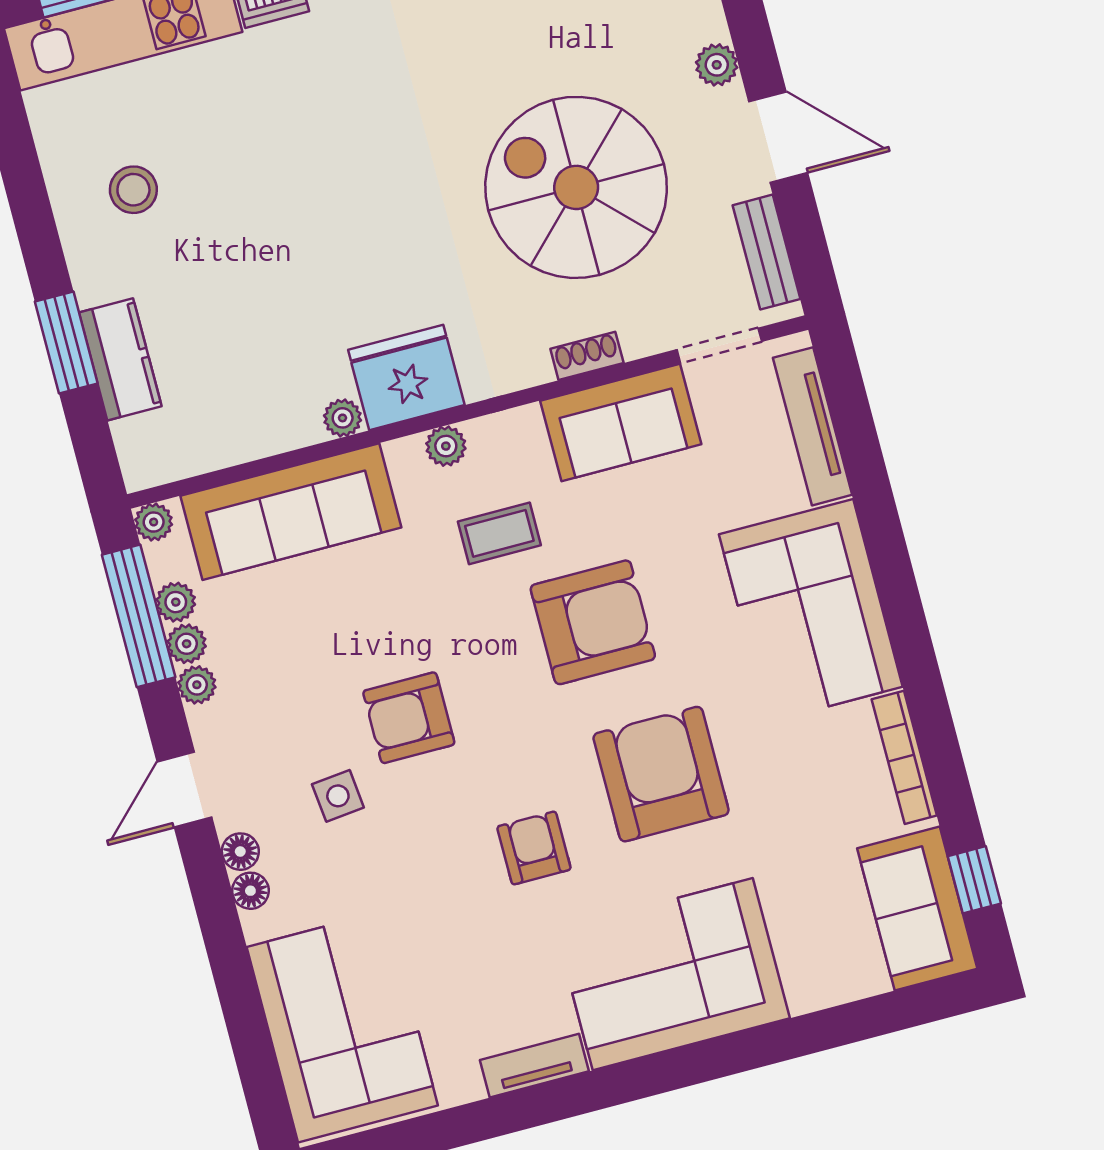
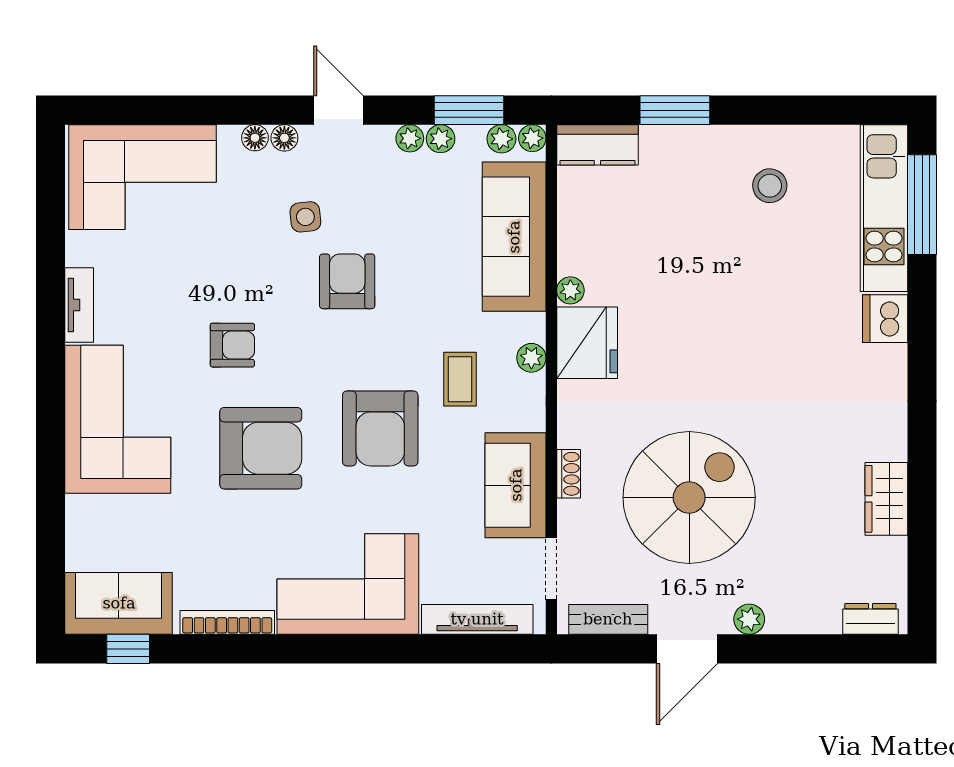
kitchen counter: (120, 359) -> (597, 145), moved
plant: (176, 602) -> (501, 139), moved
window: (139, 616) -> (469, 110), width x0.69

